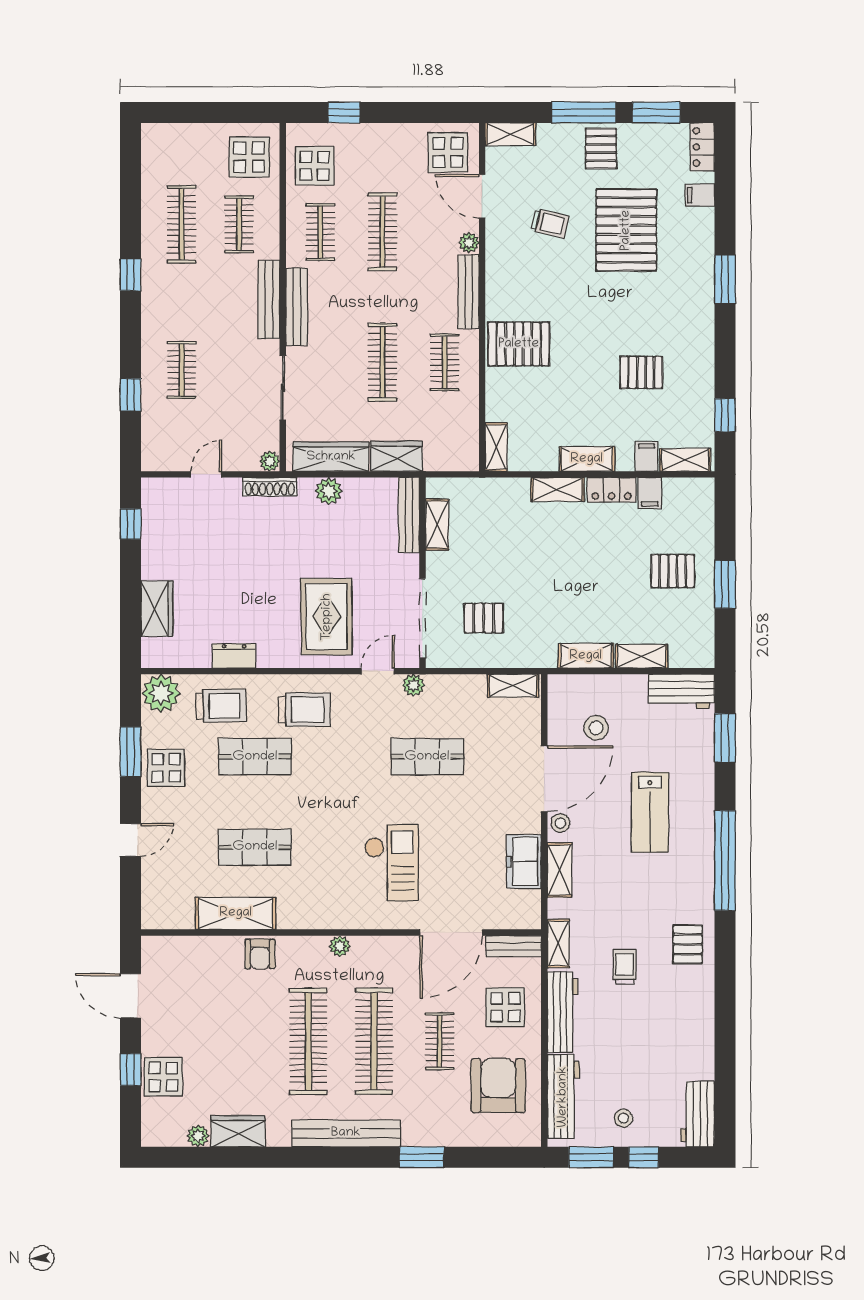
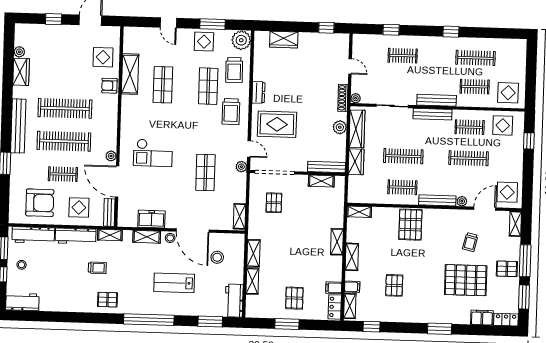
filing cabinet: (700, 195) -> (482, 318), width x2.00
locker: (612, 490) -> (335, 307), moved
dresser: (234, 656) -> (258, 92), moved
plant: (340, 946) -> (111, 156), moved
display table: (163, 1077) -> (103, 57), moved

